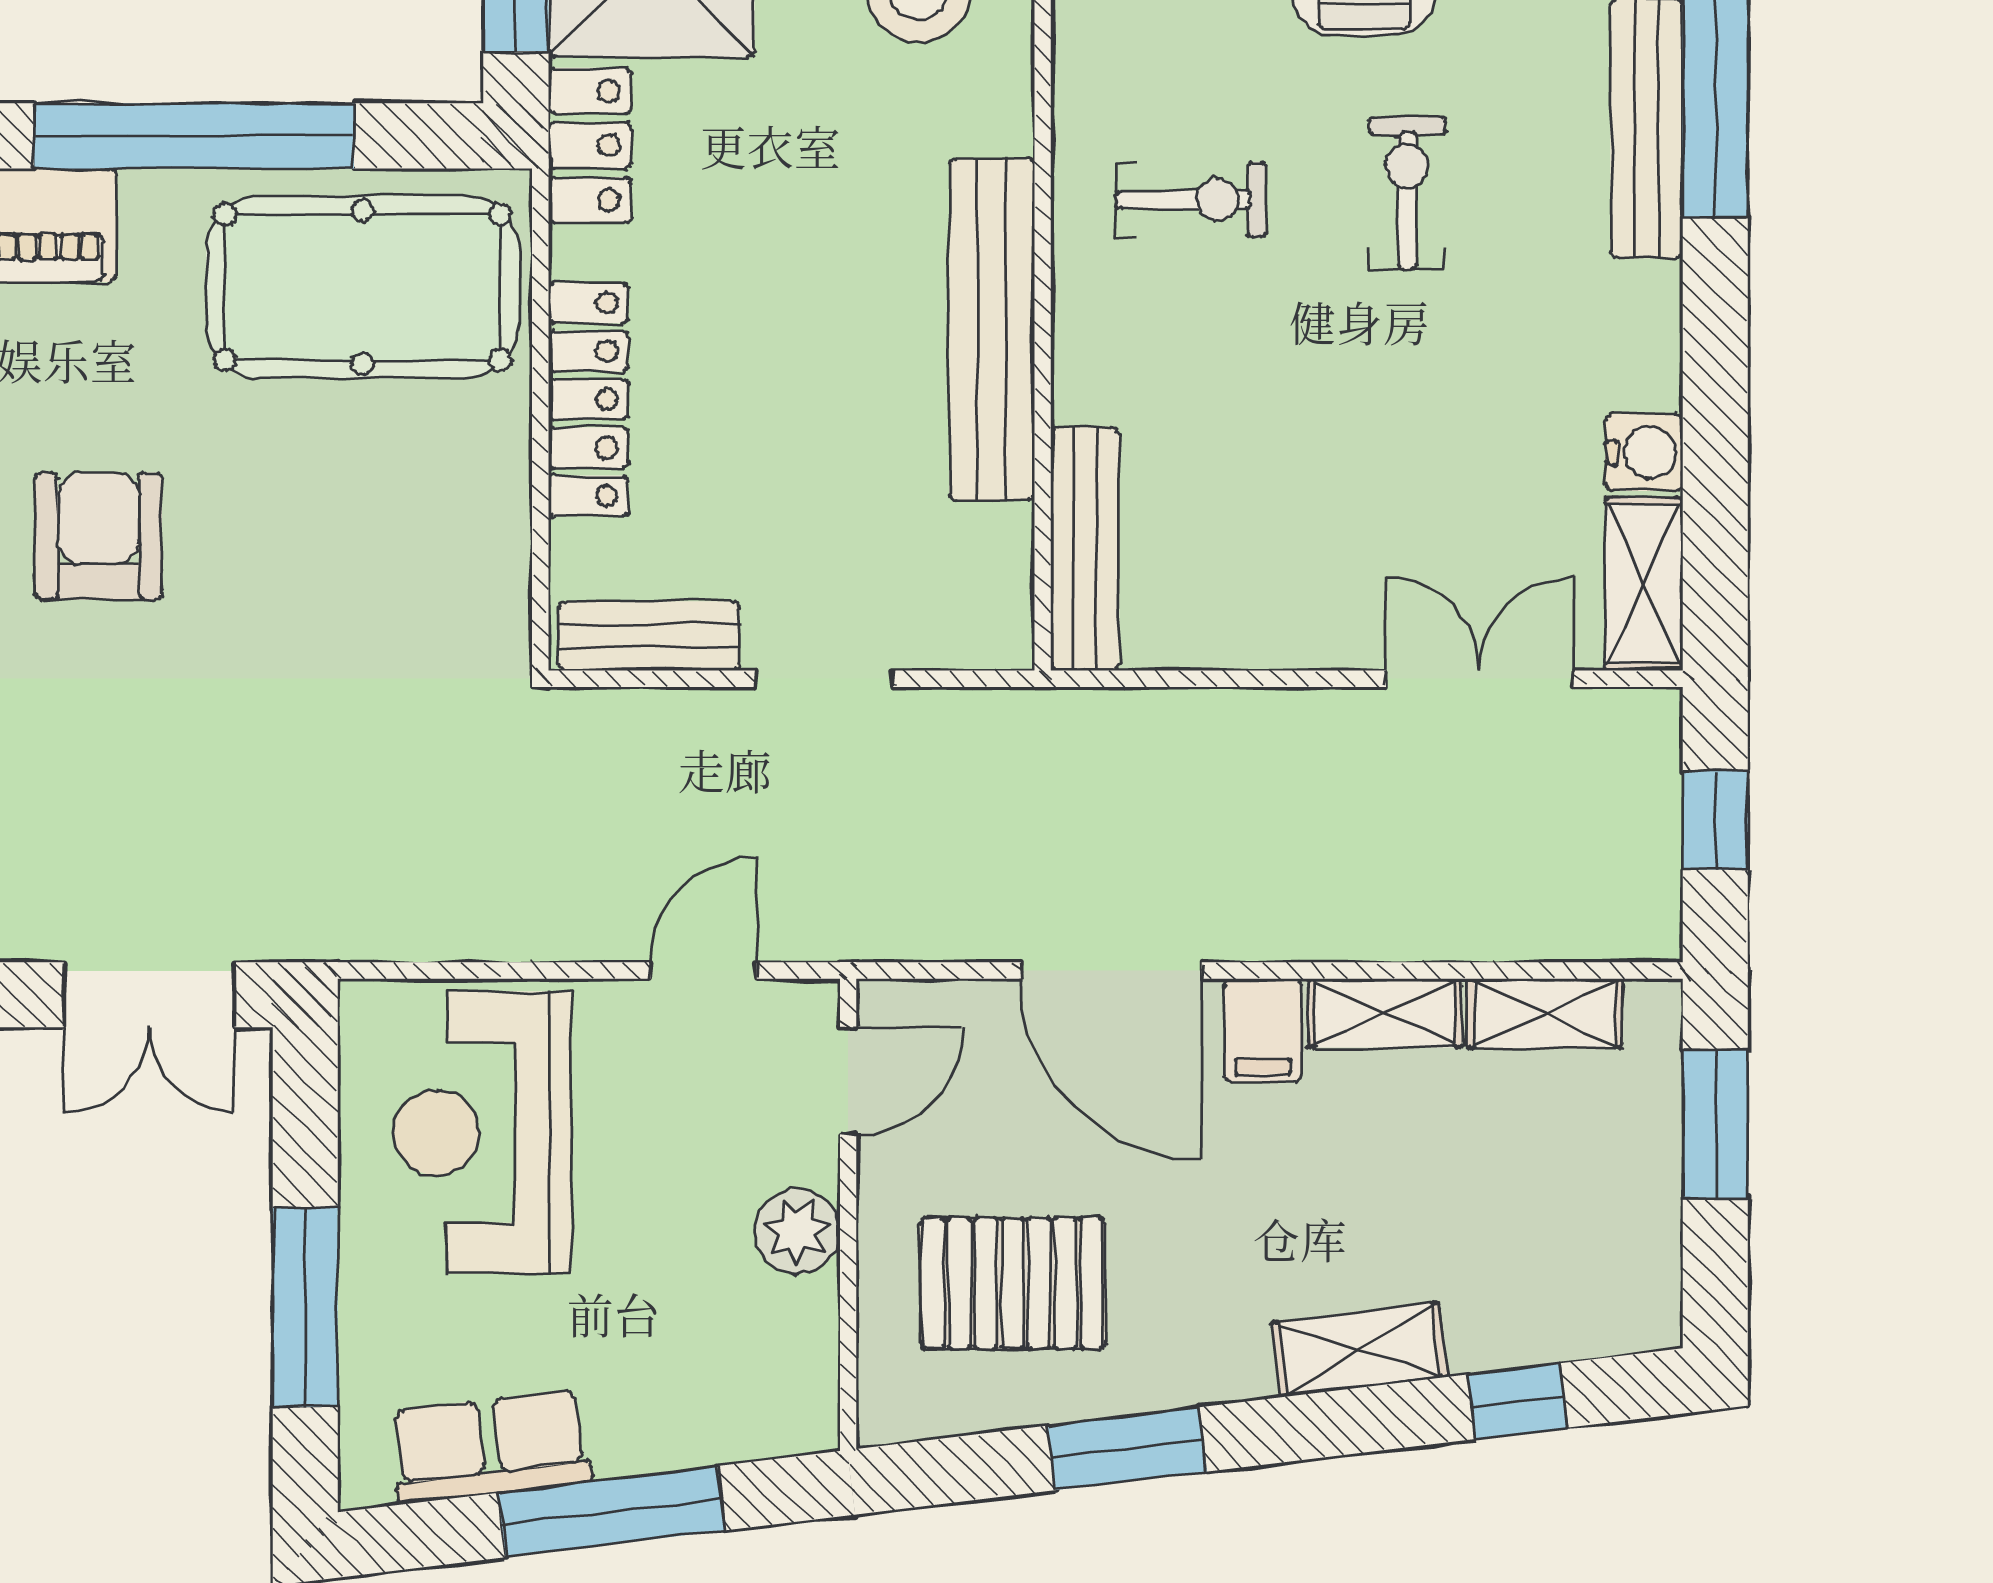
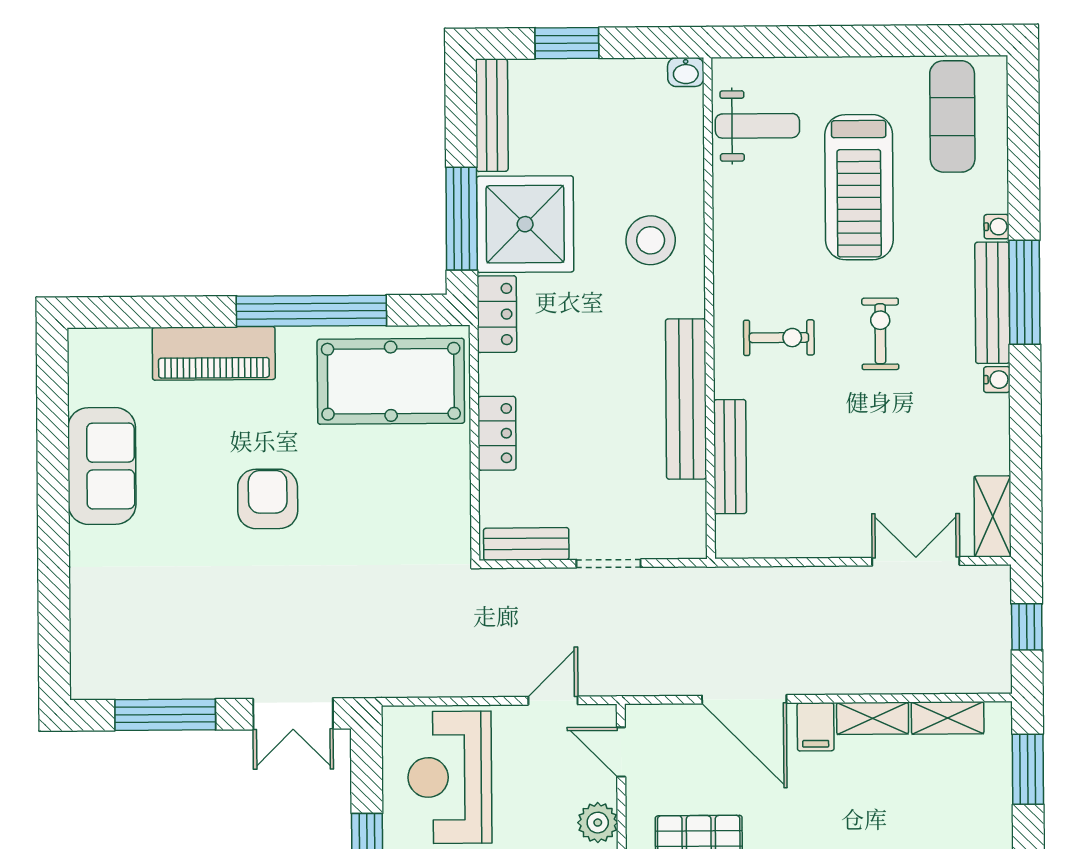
locker: (588, 399) -> (497, 433), width x0.66
water cooler: (1644, 452) -> (997, 380), moved, width x0.72, depth x0.72
bench: (1085, 549) -> (730, 457), moved
door: (848, 1081) -> (621, 752), swing flipped

